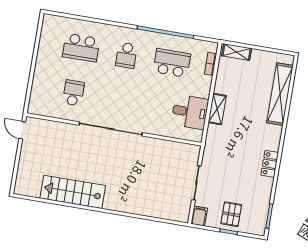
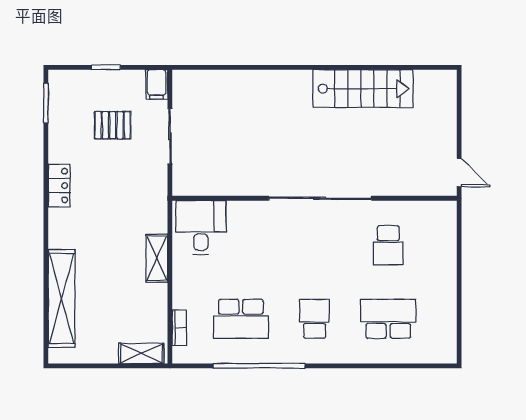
desk: (190, 112) -> (201, 227), moved, turned 90
pallet: (231, 214) -> (113, 125), moved, turned 90

